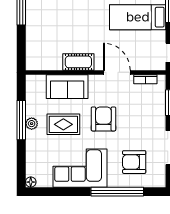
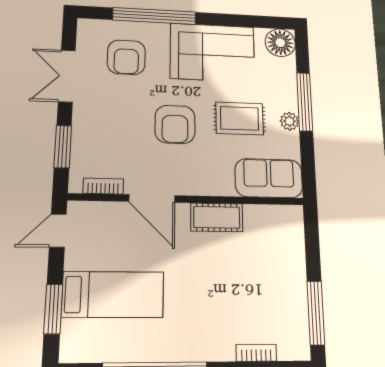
sofa: (67, 87) -> (269, 178), moved
window: (21, 120) -> (305, 102), moved
armchair: (134, 162) -> (126, 57), turned 90
floor lamp: (31, 182) -> (280, 43), width x1.89, depth x1.89

